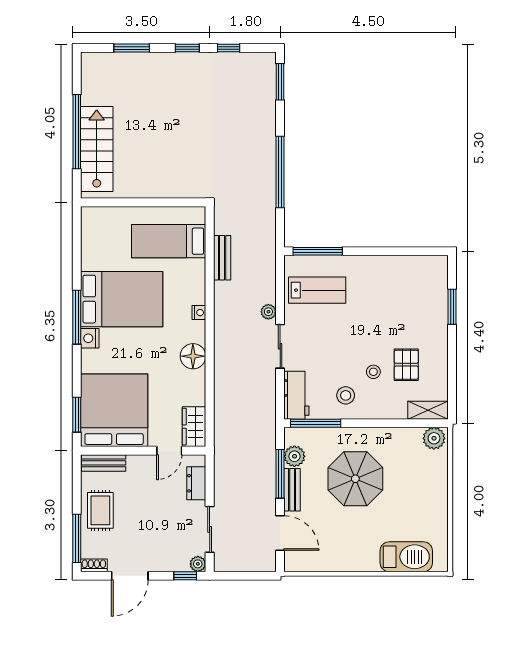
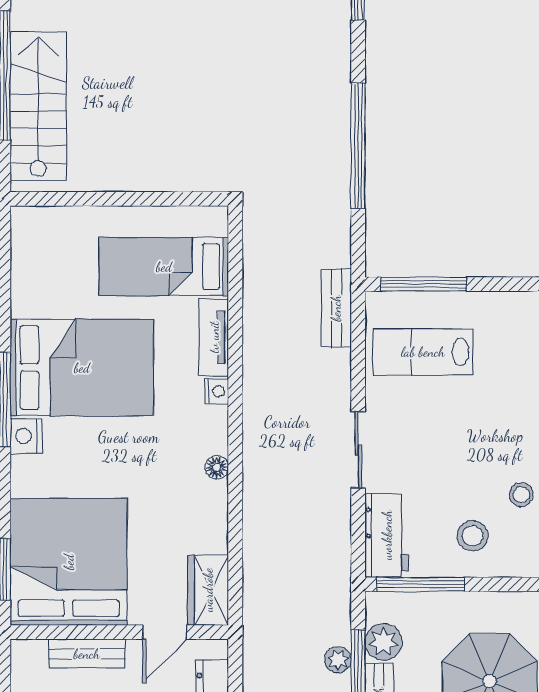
bench: (222, 258) -> (336, 308), moved
tv unit: (197, 282) -> (214, 337), added
lab bench: (317, 290) -> (423, 352), turned 180
plant: (268, 312) -> (338, 660), moved
floor lamp: (193, 356) -> (217, 467), width x0.53, depth x0.53
bench: (104, 463) -> (87, 654), moved

